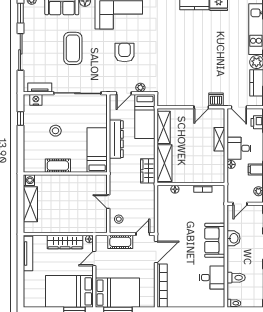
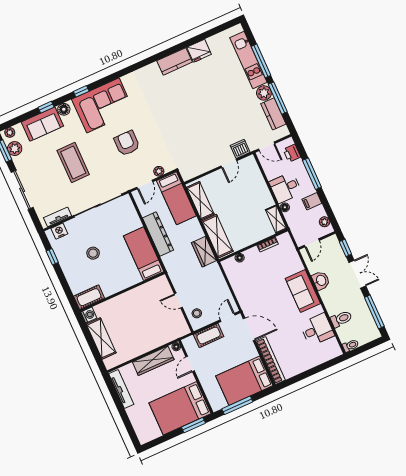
plant: (30, 15) -> (15, 149), added
shelving: (219, 139) -> (276, 219), moved
cot: (58, 166) -> (89, 297), moved
door: (156, 252) -> (249, 329), hinge flipped
bed: (117, 293) -> (244, 381), moved, turned 180

